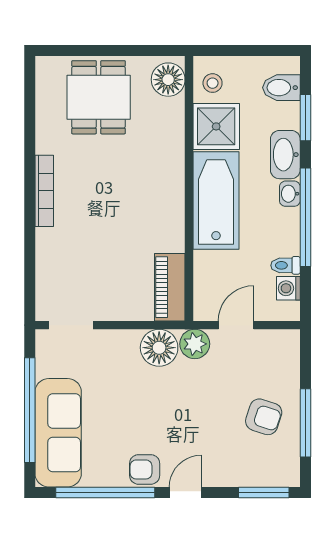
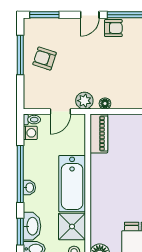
washbasin: (285, 155) -> (32, 226), moved
toilet: (286, 265) -> (32, 120), moved
floor lamp: (159, 348) -> (105, 104), width x0.53, depth x0.53

